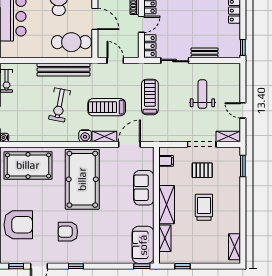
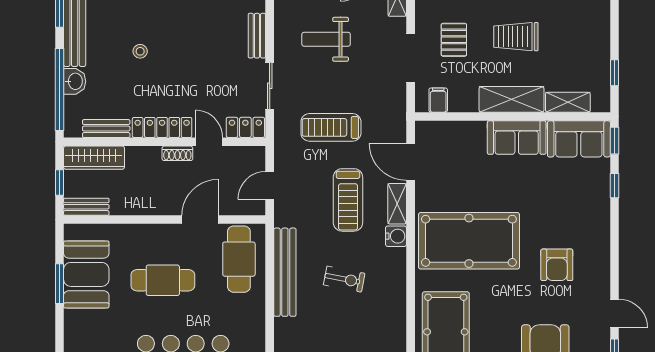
exercise bike: (59, 105) -> (344, 279), width x0.73, depth x0.72
doorway: (202, 144) -> (411, 58), moved
sofa: (144, 188) -> (517, 138), moved
window: (76, 266) -> (614, 186), moved

